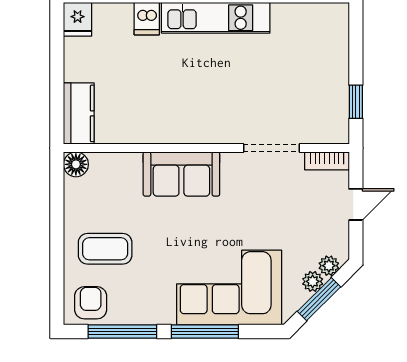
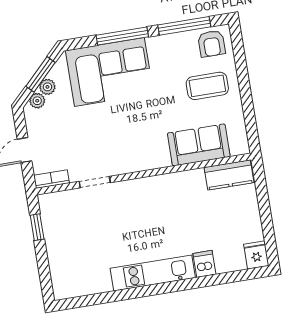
kitchen counter: (79, 113) -> (229, 175), moved, turned -90
doorway: (271, 148) -> (95, 182), width x0.73
floor lamp: (76, 164) -> (240, 146), removed
sofa: (181, 174) -> (199, 145), moved

